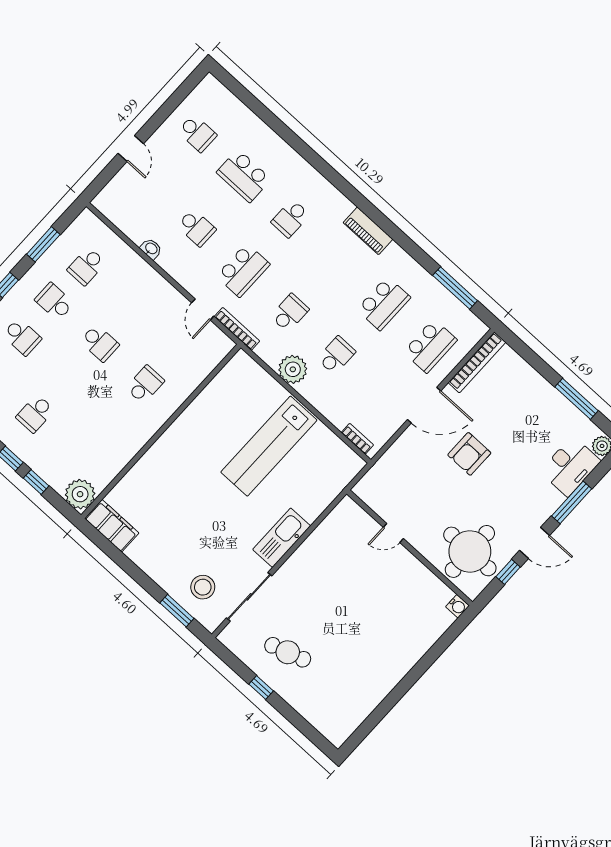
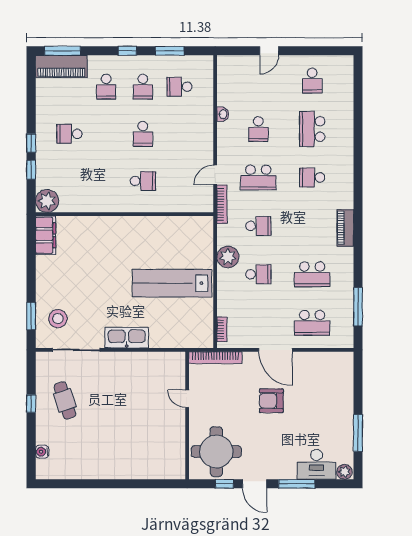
school desk: (54, 302) -> (143, 87), turned 180
bookcase: (477, 362) -> (215, 358), moved
water cooler: (457, 606) -> (42, 452), moved, turned 90

